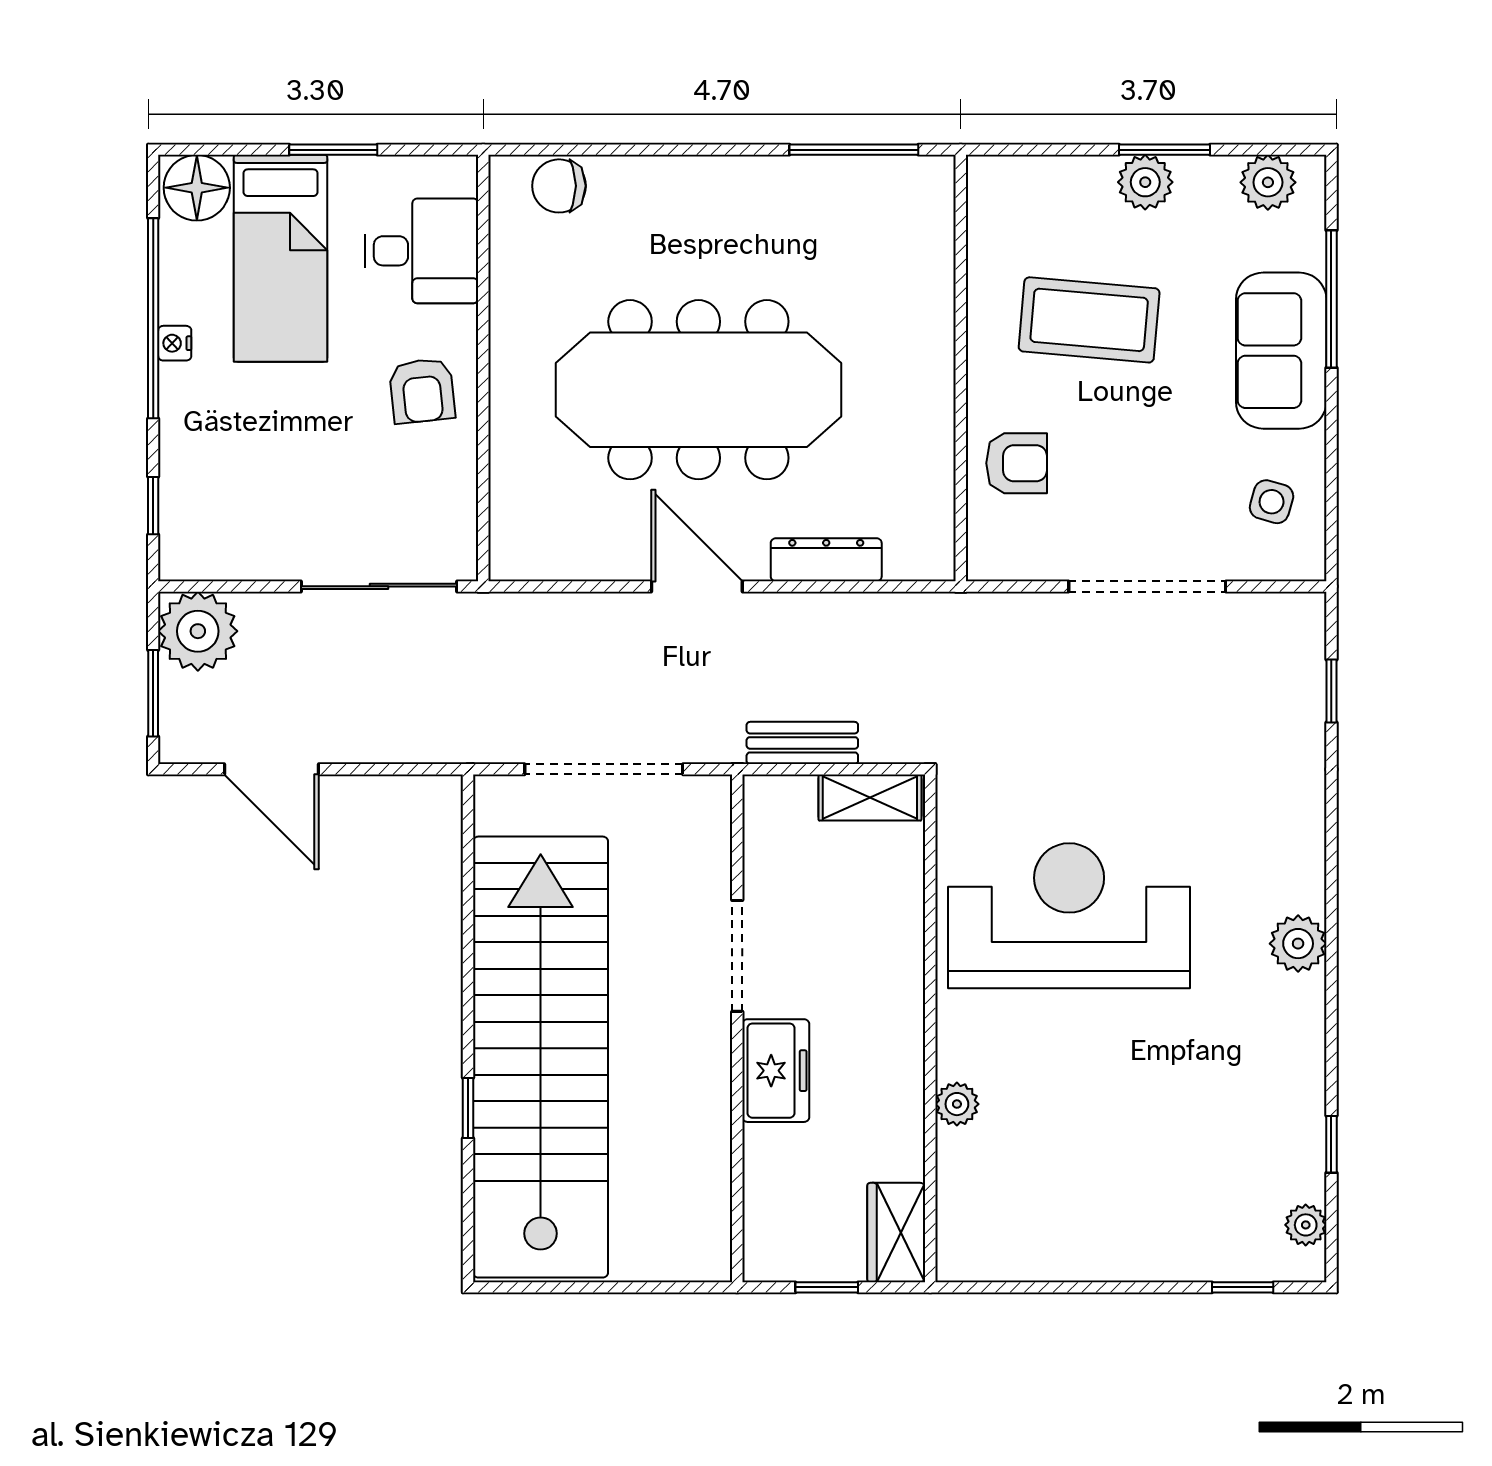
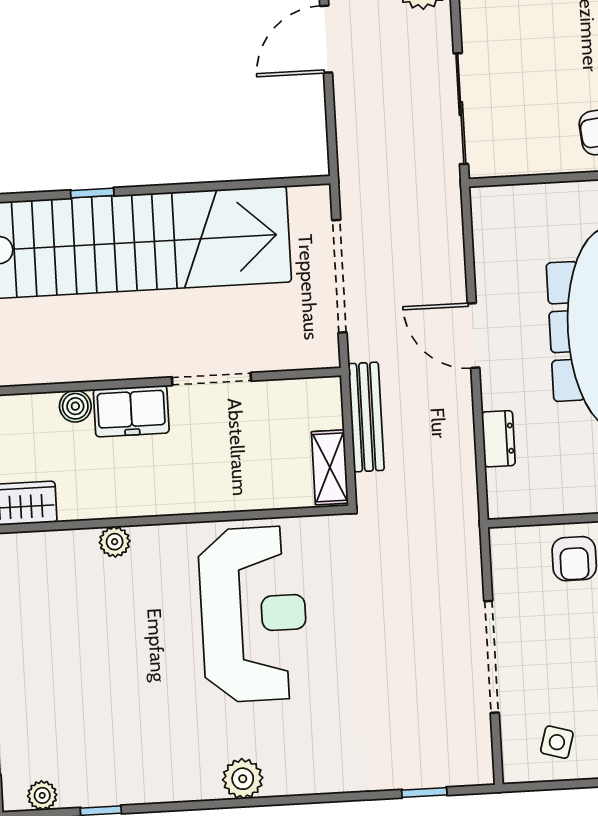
dresser: (826, 560) -> (498, 439), width x0.70
door: (697, 586) -> (474, 336), swing flipped
bench: (802, 743) -> (366, 417), width x1.36
boiler: (765, 1148) -> (75, 406), added

